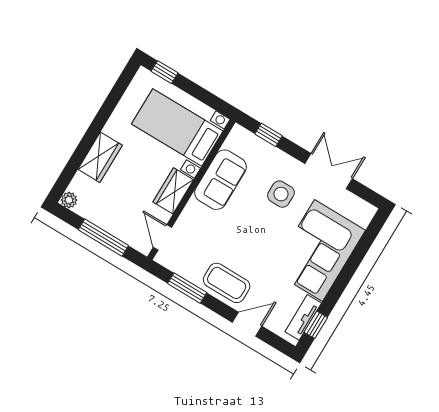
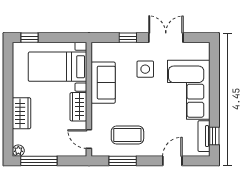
window: (269, 135) -> (128, 38), moved
window: (103, 238) -> (39, 161), moved
coffee table: (227, 283) -> (127, 135), moved

